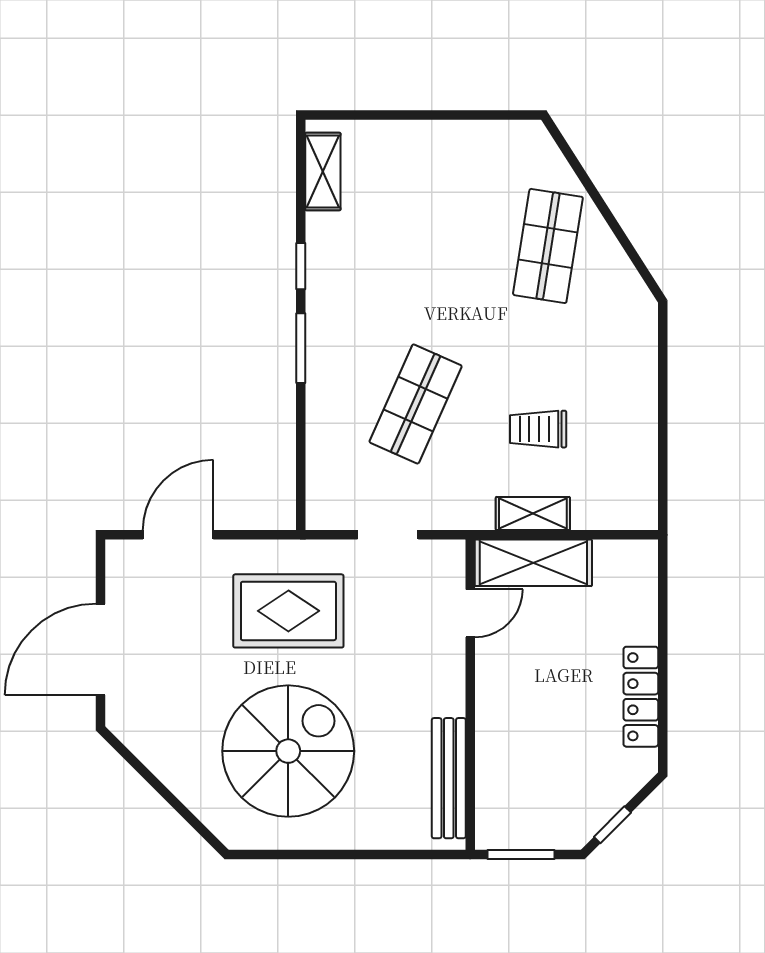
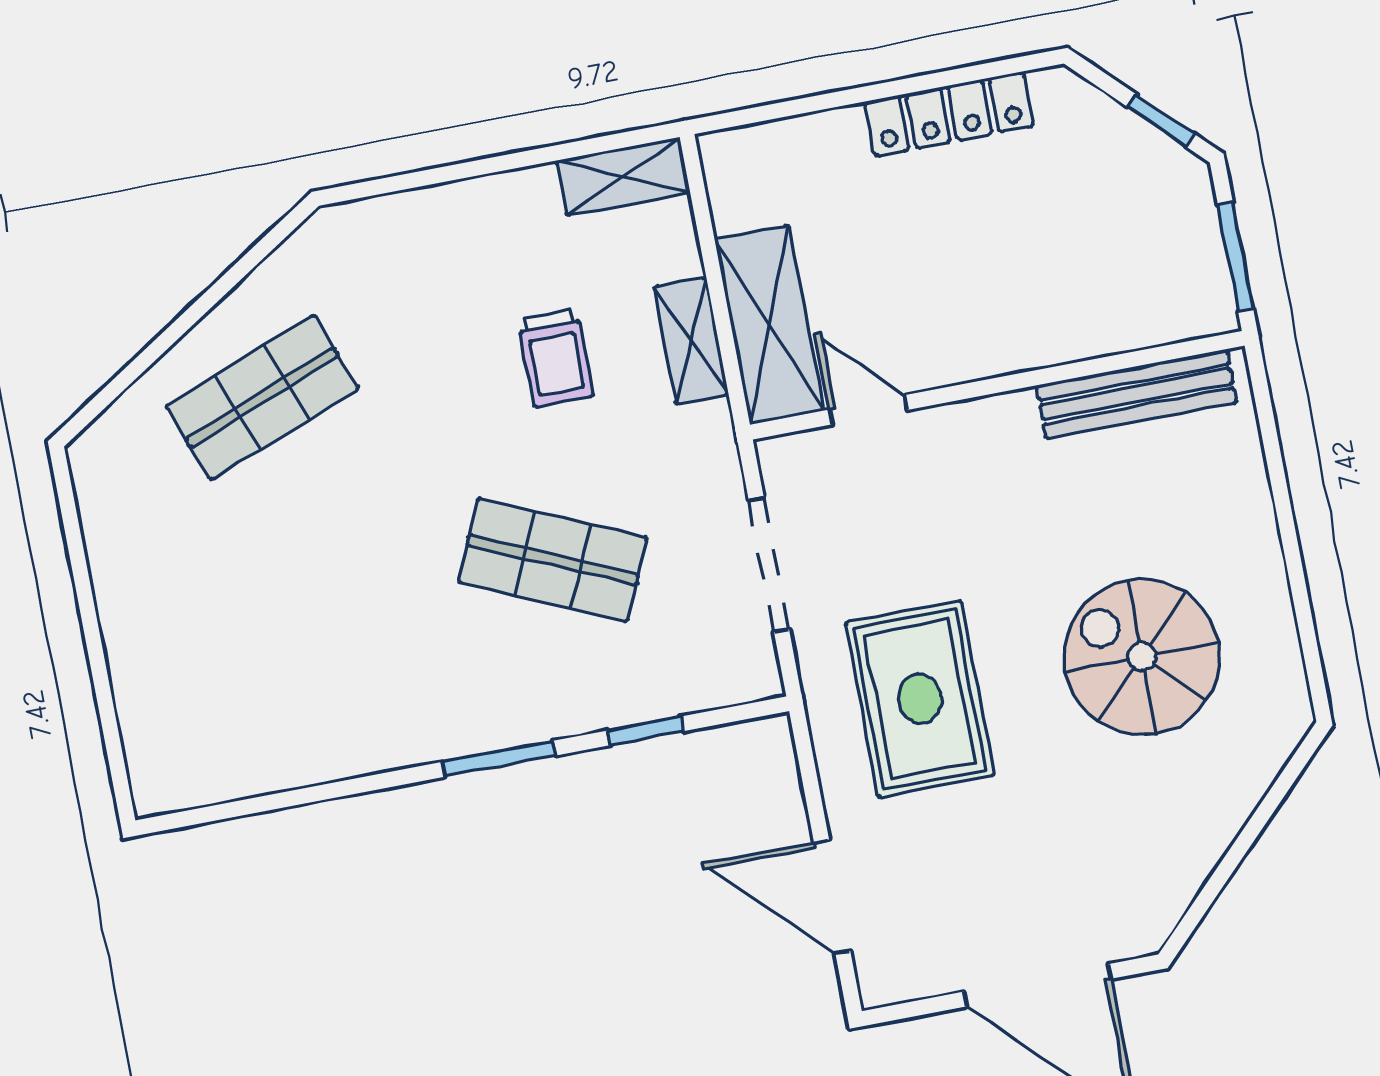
shelving: (323, 172) -> (623, 176), moved
shop shelf: (548, 246) -> (262, 398), turned -30
window: (301, 266) -> (645, 731), moved
doorway: (388, 535) -> (769, 564), width x1.38
spiral stairs: (288, 751) -> (1142, 657), width x0.73, depth x0.73

